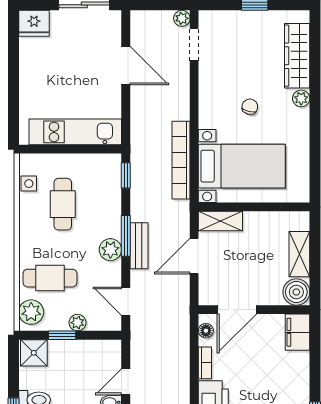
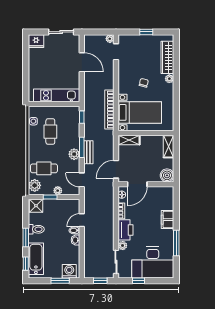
shelving: (299, 254) -> (169, 146), moved
door: (194, 256) -> (116, 169), moved
filing cabinet: (297, 332) -> (168, 220), moved

